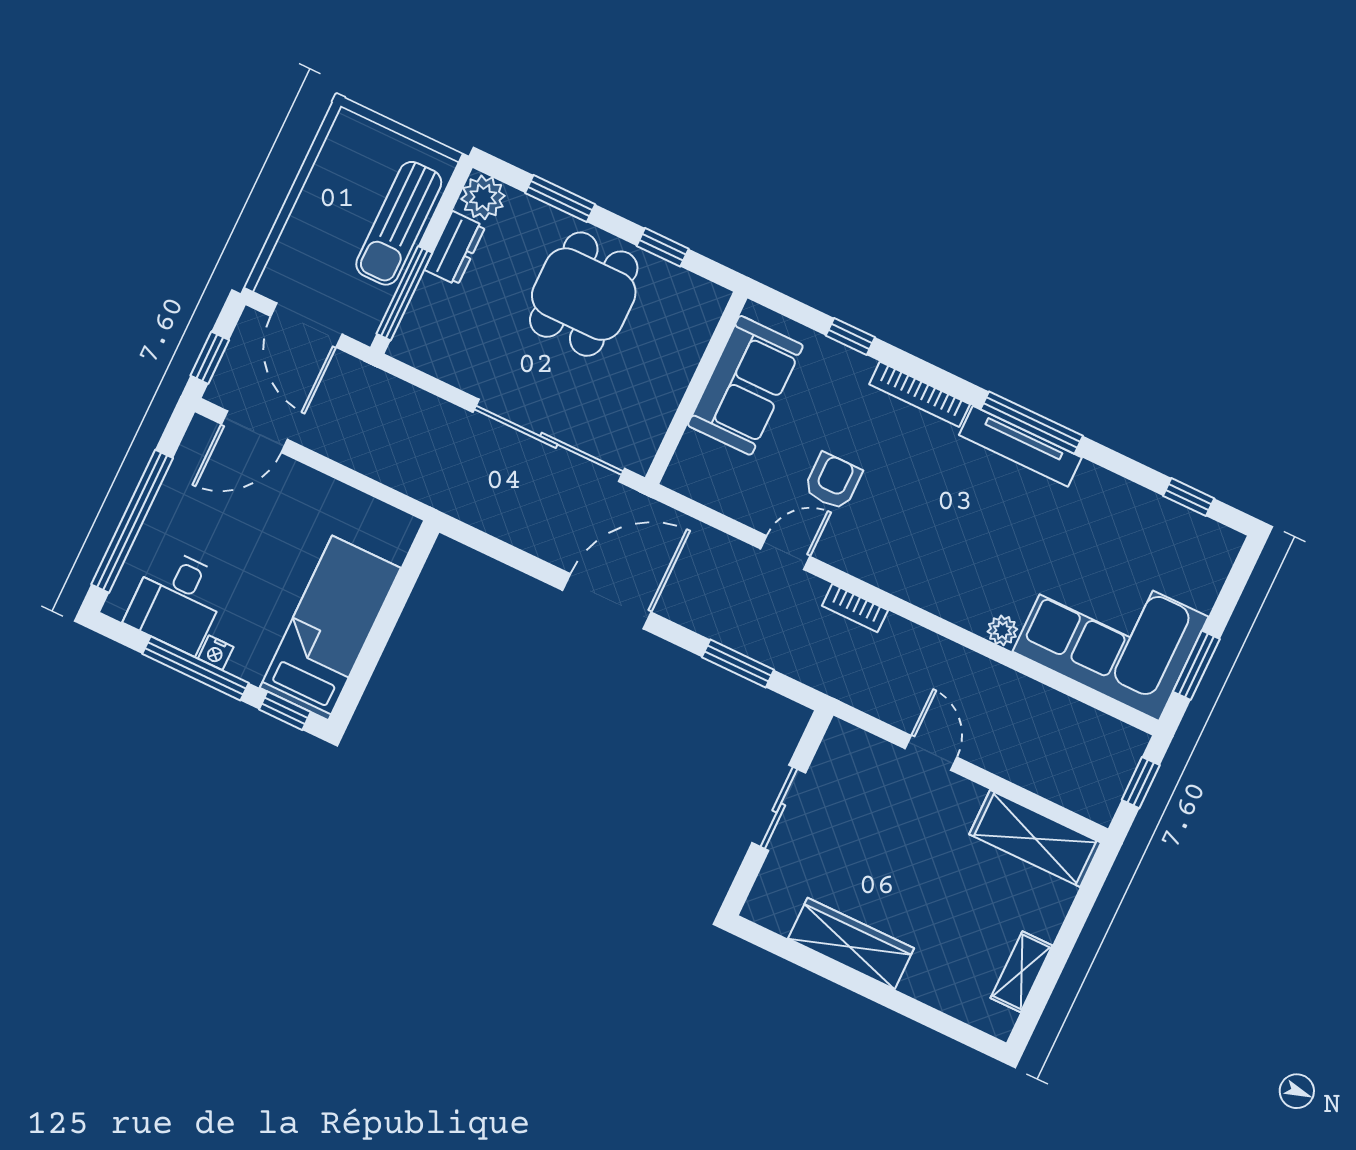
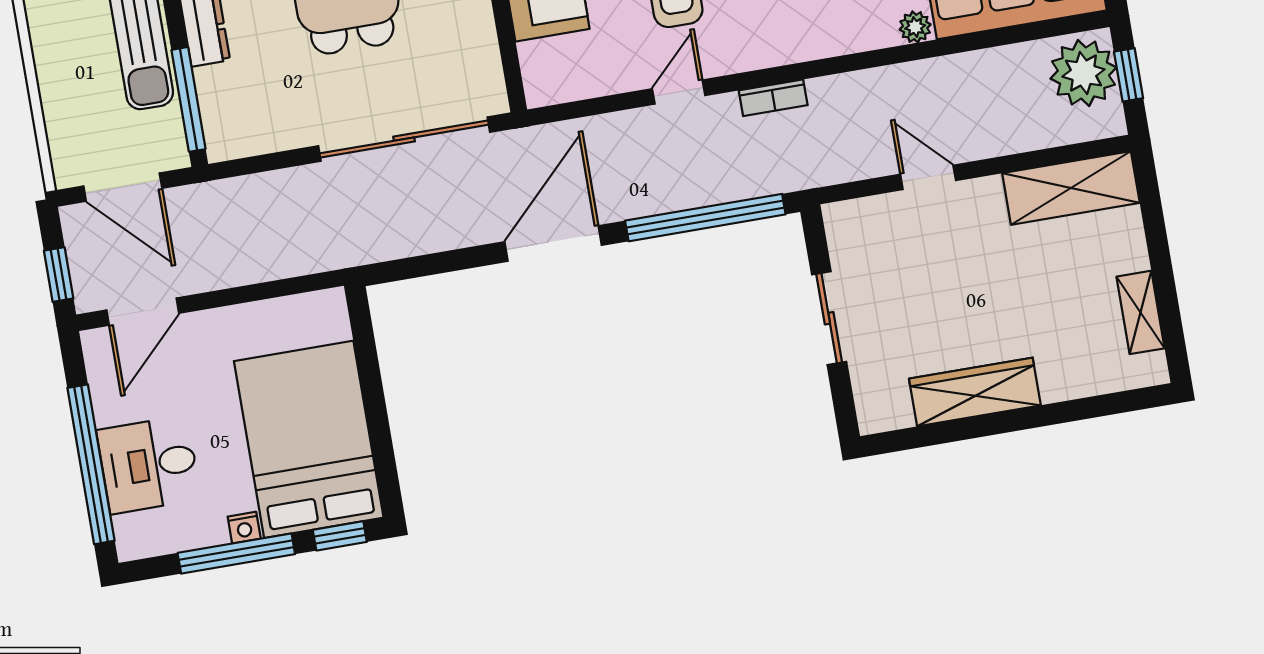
desk: (177, 601) -> (149, 465), moved, turned 90
bed: (330, 628) -> (309, 439), width x1.50
window: (738, 664) -> (705, 218), width x2.11
plant: (1107, 757) -> (1083, 73), added

